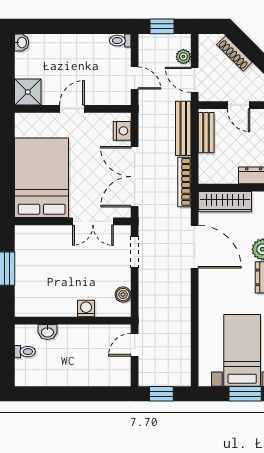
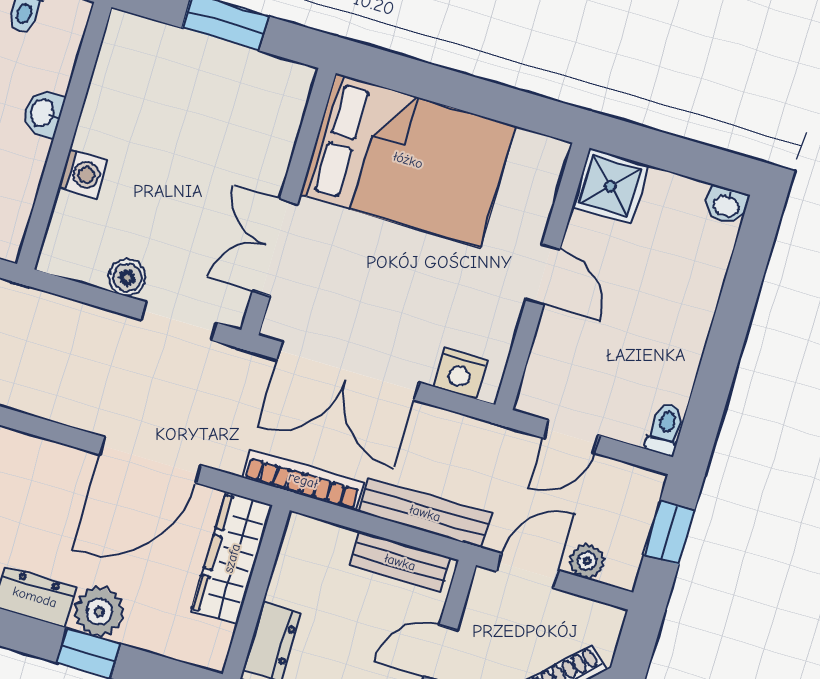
double door: (135, 177) -> (348, 371), swing flipped
boiler: (123, 295) -> (127, 277), moved
washbasin: (47, 332) -> (43, 113), moved

